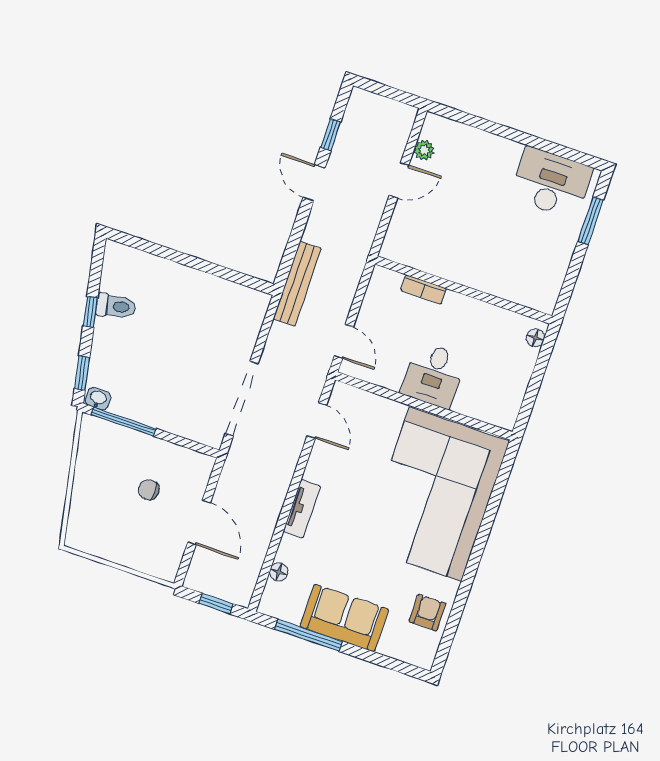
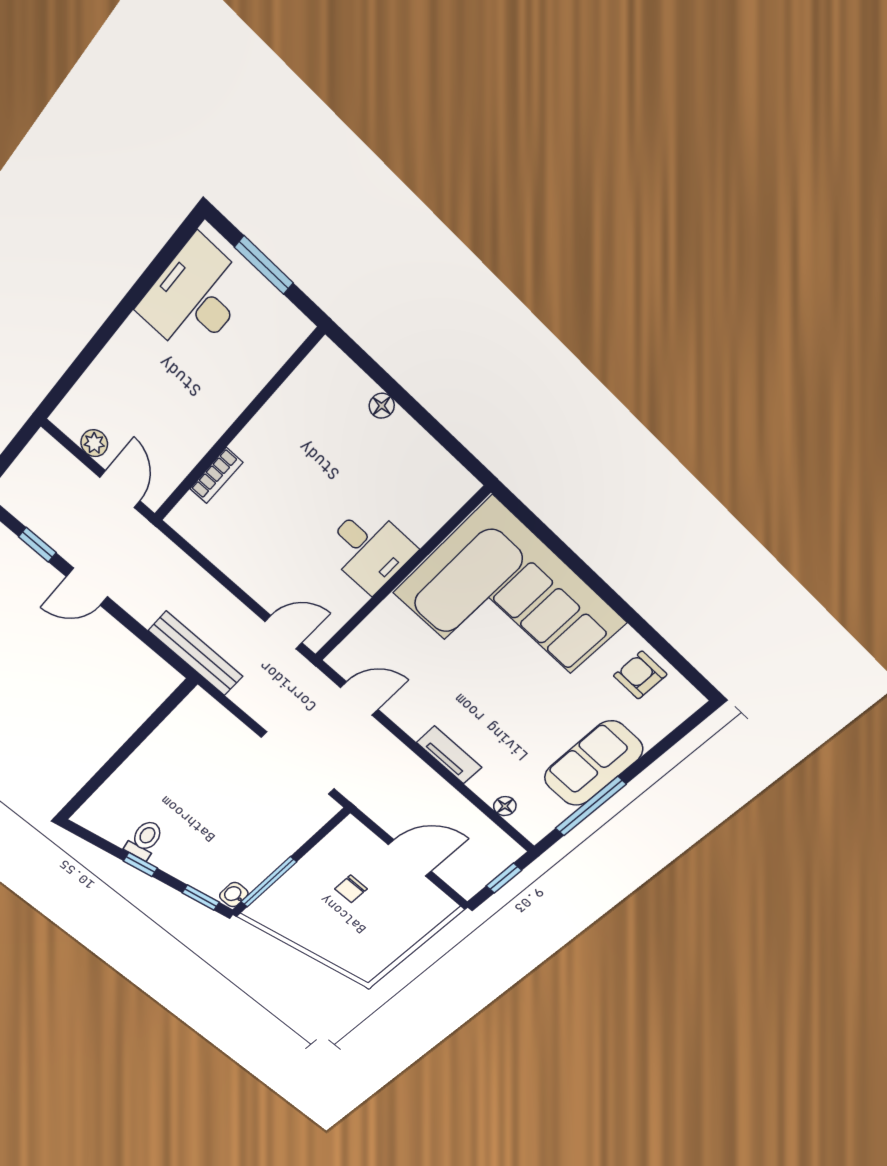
bookcase: (424, 289) -> (216, 476), moved
wall: (463, 290) -> (237, 427), moved

